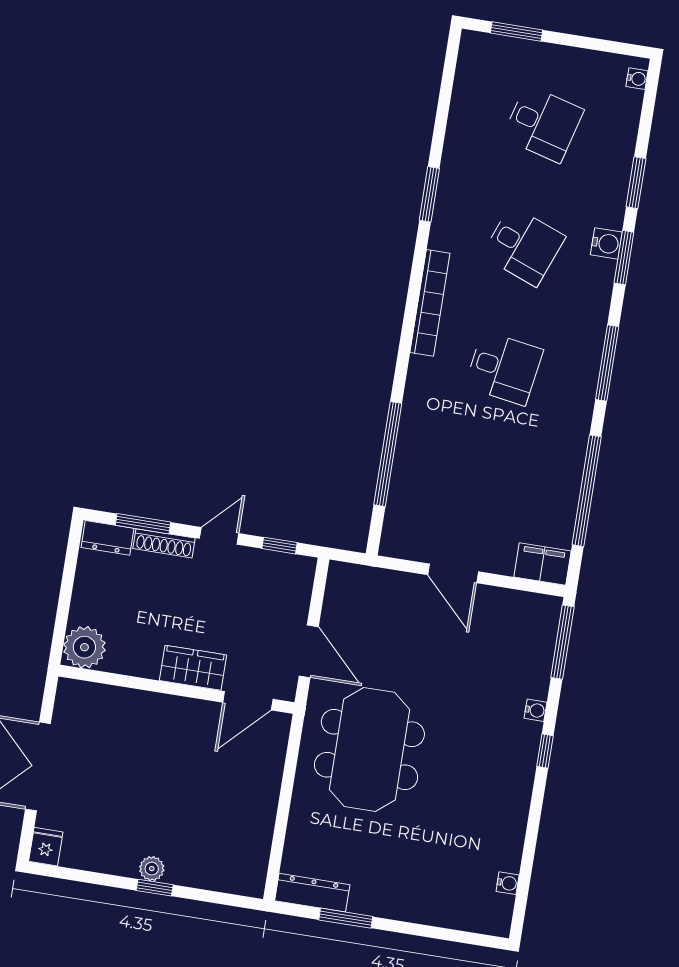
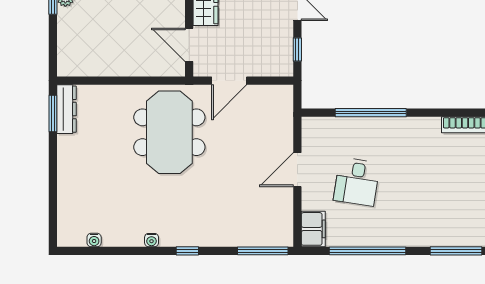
desk: (504, 368) -> (357, 182), moved
water cooler: (535, 710) -> (152, 240), moved
meeting table: (369, 749) -> (169, 132), turned 90
window: (346, 918) -> (53, 114), moved

